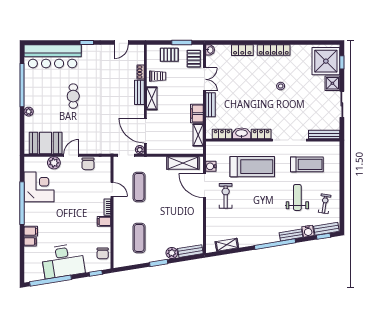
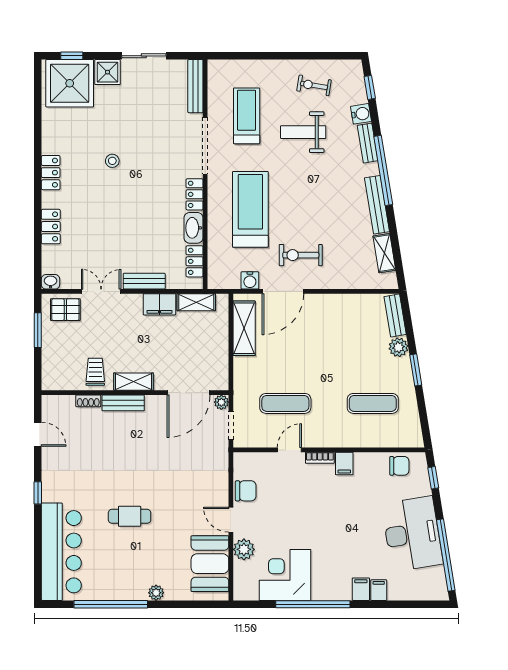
locker: (274, 50) -> (51, 173), width x0.66
pallet: (169, 55) -> (59, 352), removed
bench: (326, 229) -> (377, 205), moved, width x1.36

